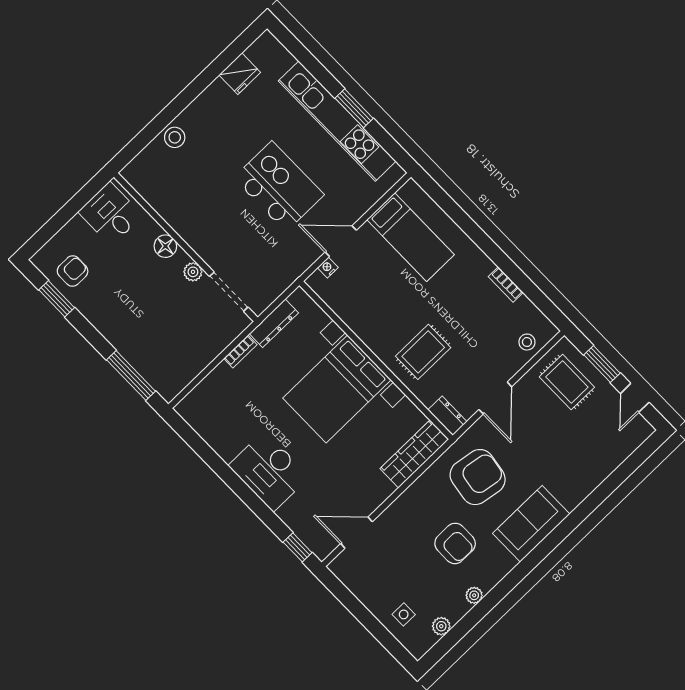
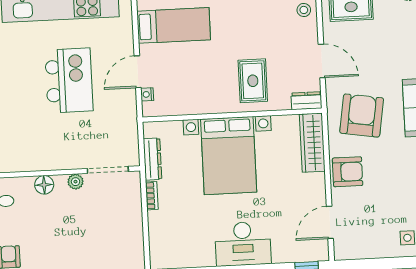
kitchen island: (279, 186) -> (69, 80), turned 90
armchair: (455, 543) -> (348, 172), moved

